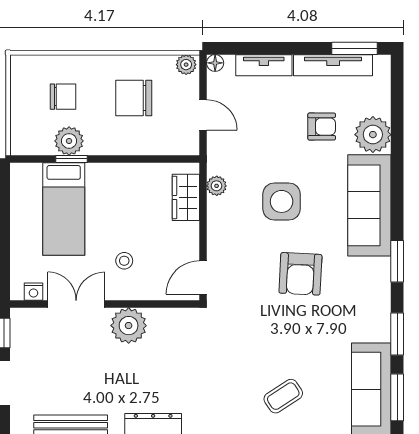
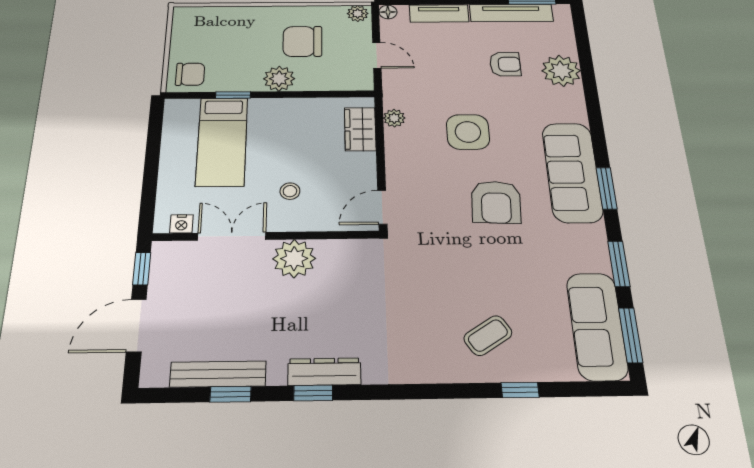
chair: (63, 97) -> (190, 74), moved
plant: (69, 141) -> (279, 79), moved
sofa: (369, 205) -> (572, 172), moved

